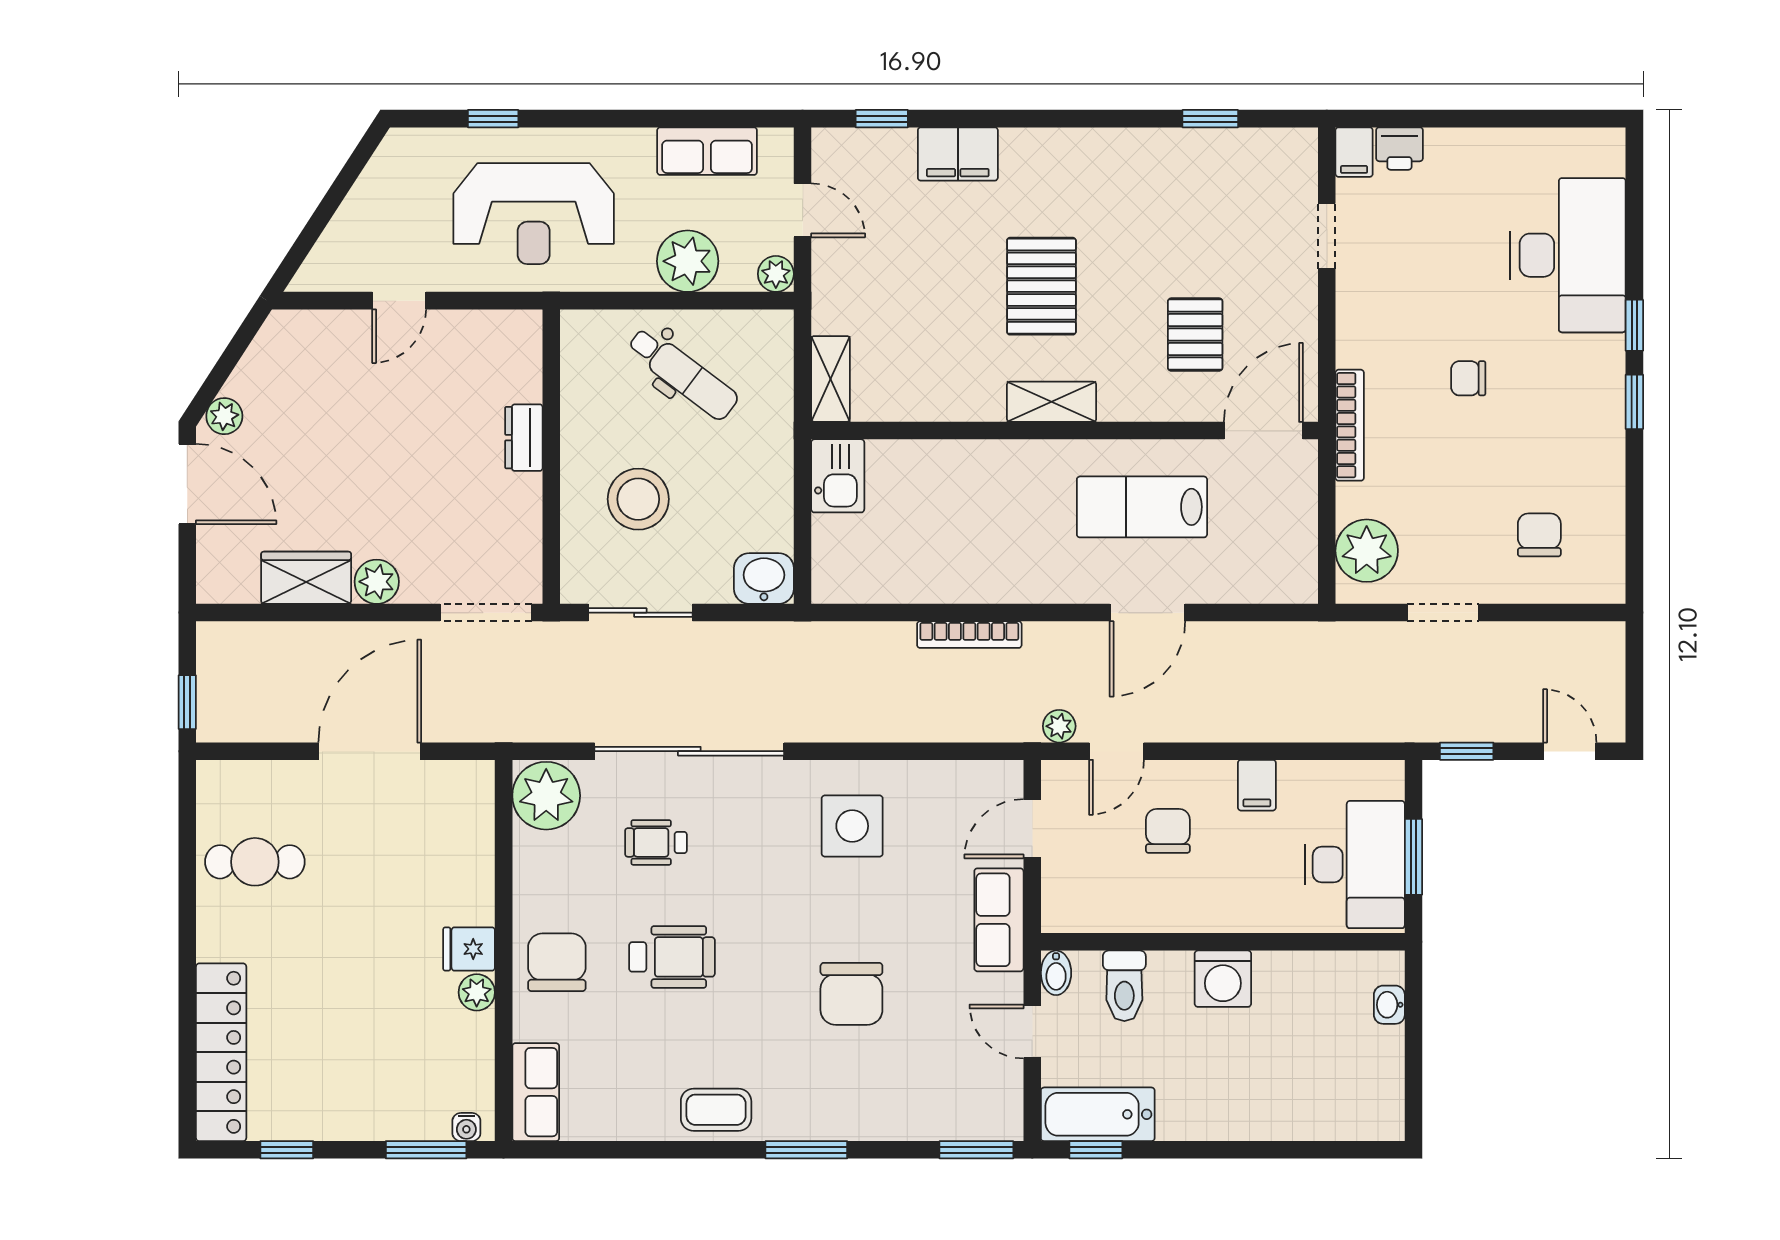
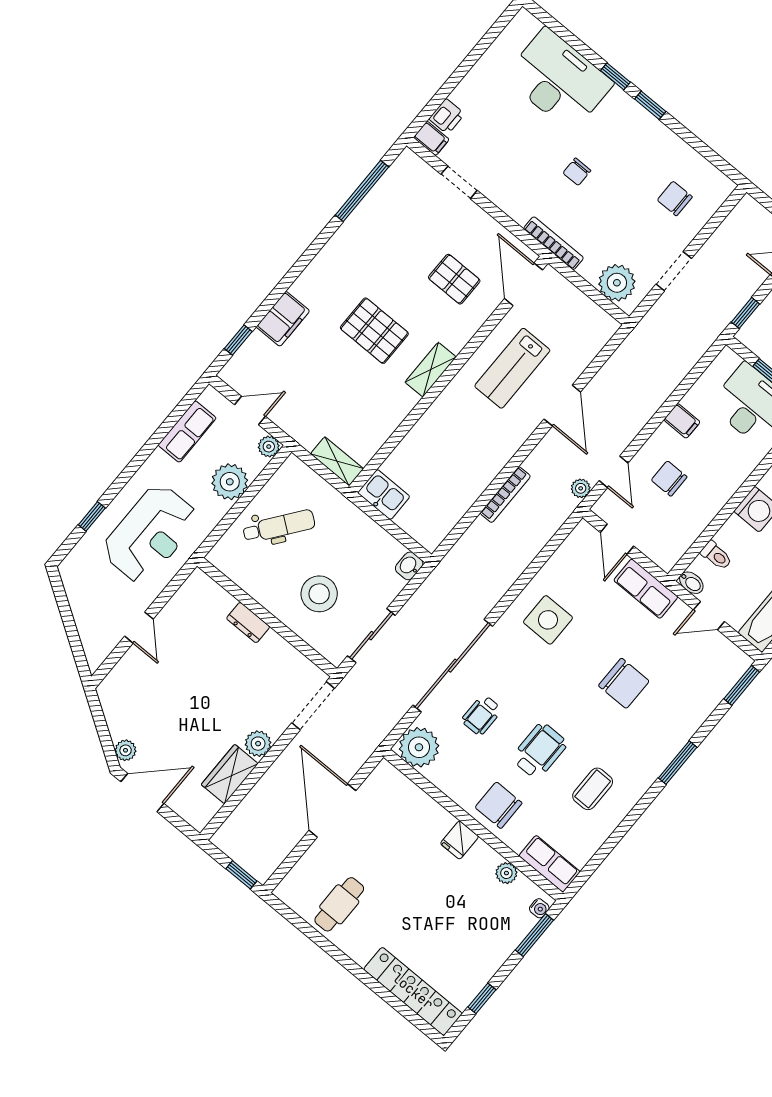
window: (1210, 119) -> (362, 191), width x2.17
washbasin: (764, 579) -> (409, 566), width x0.72, depth x0.69
toilet: (1124, 986) -> (716, 556), width x0.73, depth x0.72
plant: (477, 992) -> (506, 873), moved
coffee table: (716, 1110) -> (593, 789), moved

